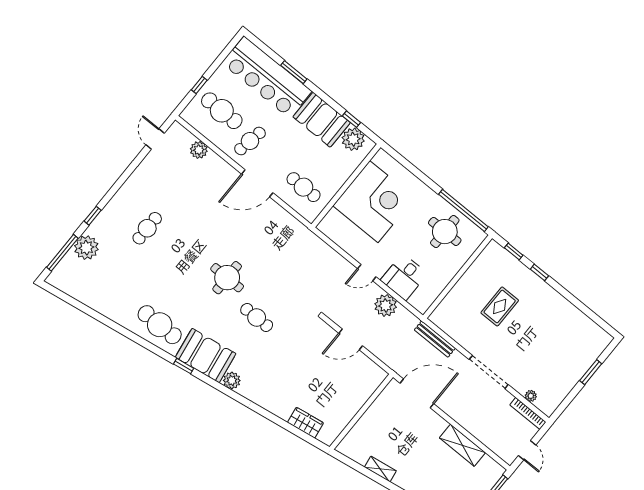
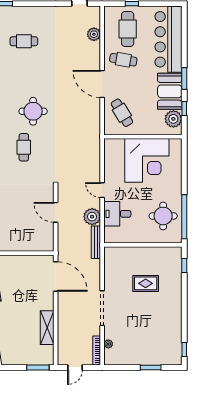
window: (294, 72) -> (184, 78), moved
cafe table: (304, 187) -> (122, 113), turned -31
window: (539, 272) -> (184, 349), moved
bench: (435, 339) -> (96, 242), moved

